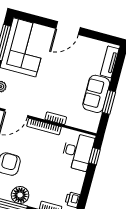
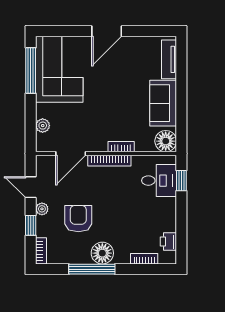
window: (109, 102) -> (181, 109), removed
floor lamp: (91, 123) -> (166, 141), added
desk: (78, 152) -> (159, 181), width x0.73

